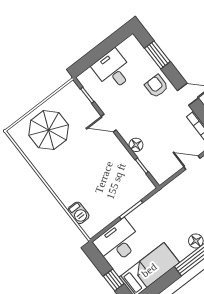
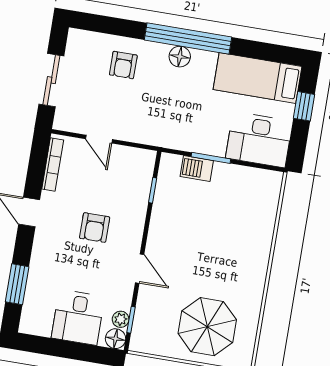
armchair: (156, 86) -> (95, 228), moved
plant: (92, 90) -> (121, 319), added
floor lamp: (136, 145) -> (116, 339), moved
barbecue: (78, 213) -> (197, 169), moved, turned -90

